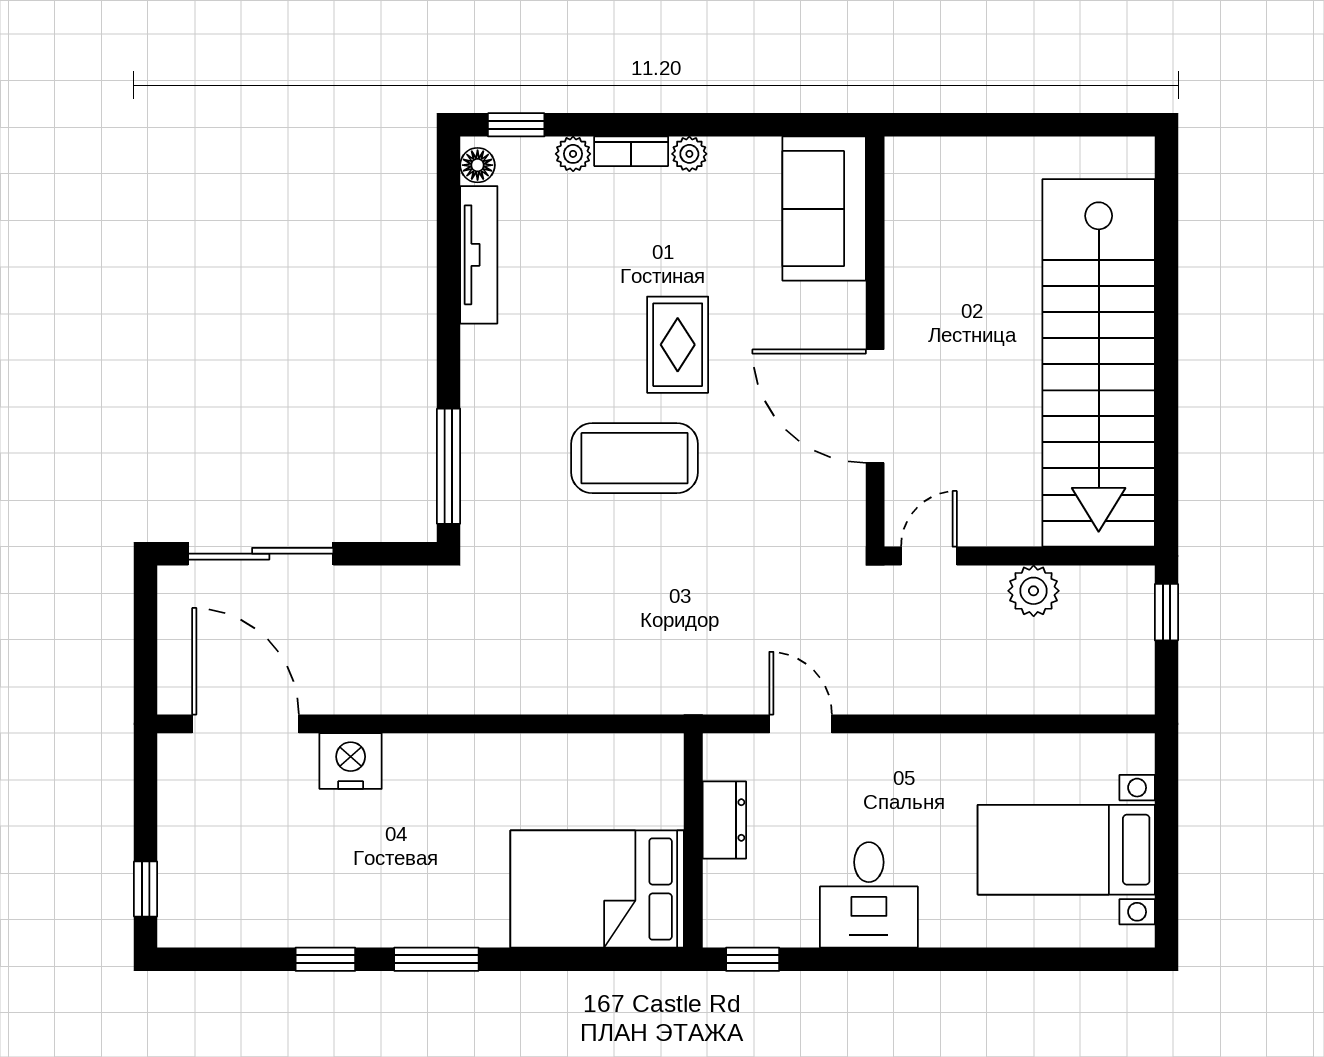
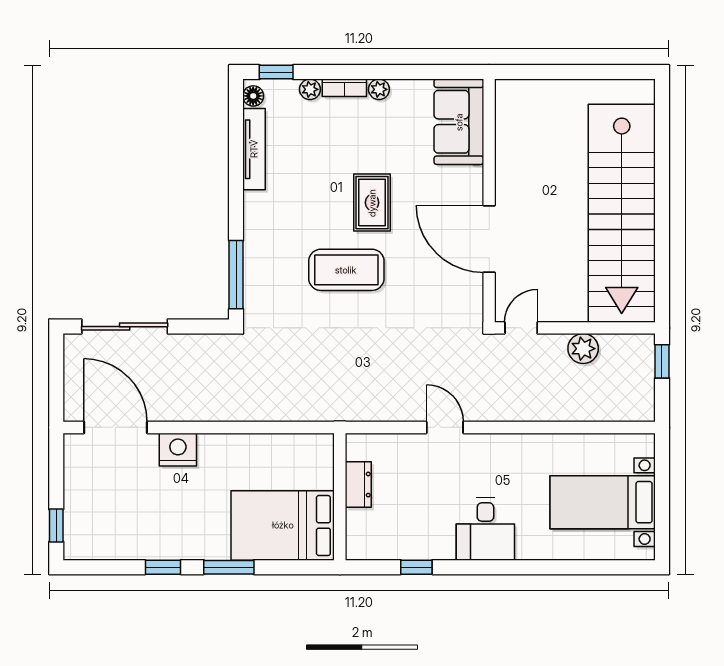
dresser: (724, 820) -> (358, 485), moved
wall: (693, 840) -> (340, 497), moved
bed: (597, 889) -> (283, 525), moved

